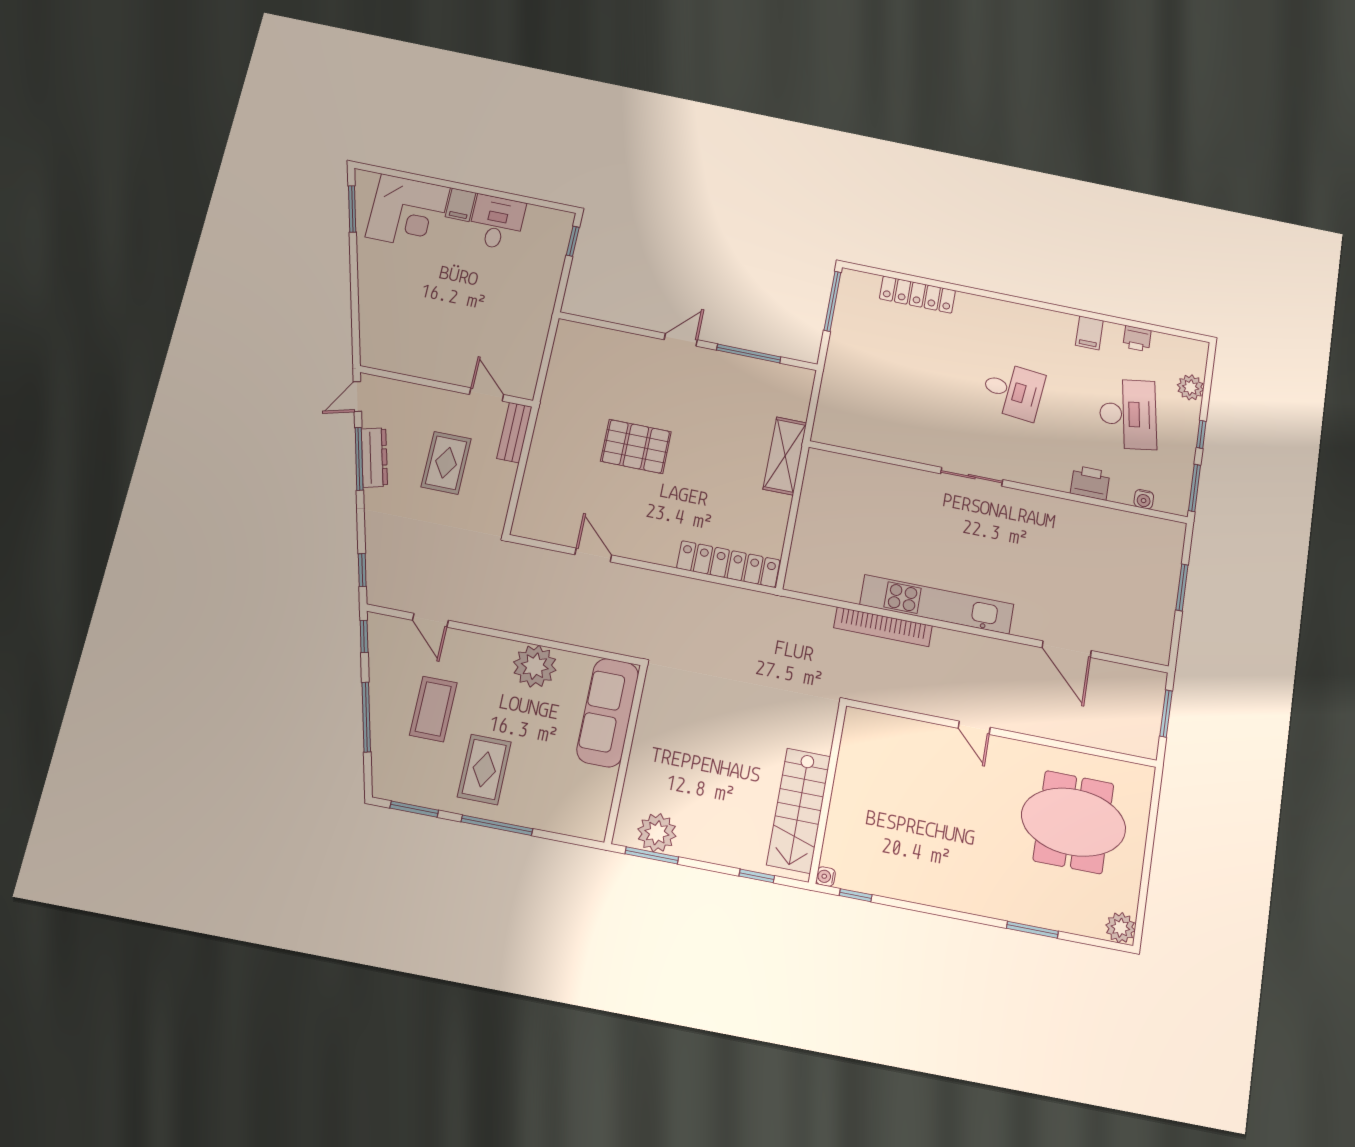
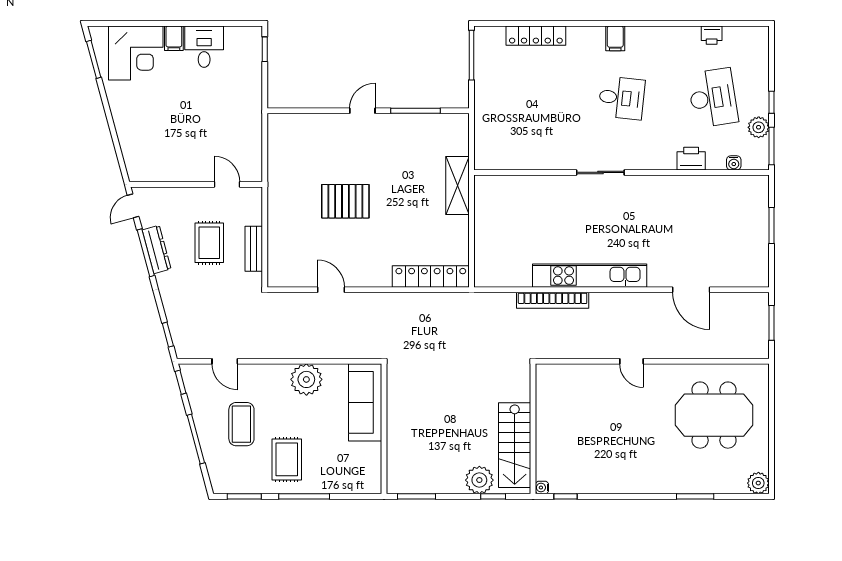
filing cabinet: (1089, 333) -> (615, 38), moved
plant: (1191, 387) -> (759, 127), moved
bench: (514, 433) -> (254, 249), moved
plant: (657, 833) -> (479, 480), moved

